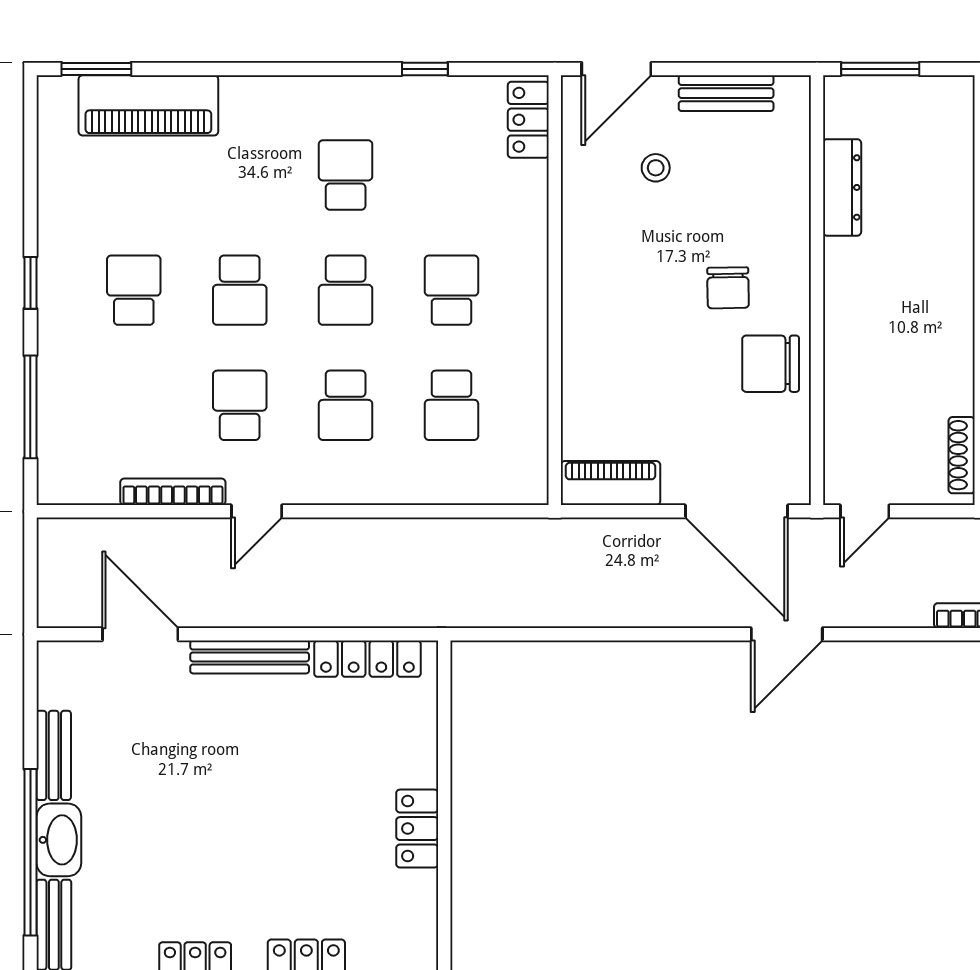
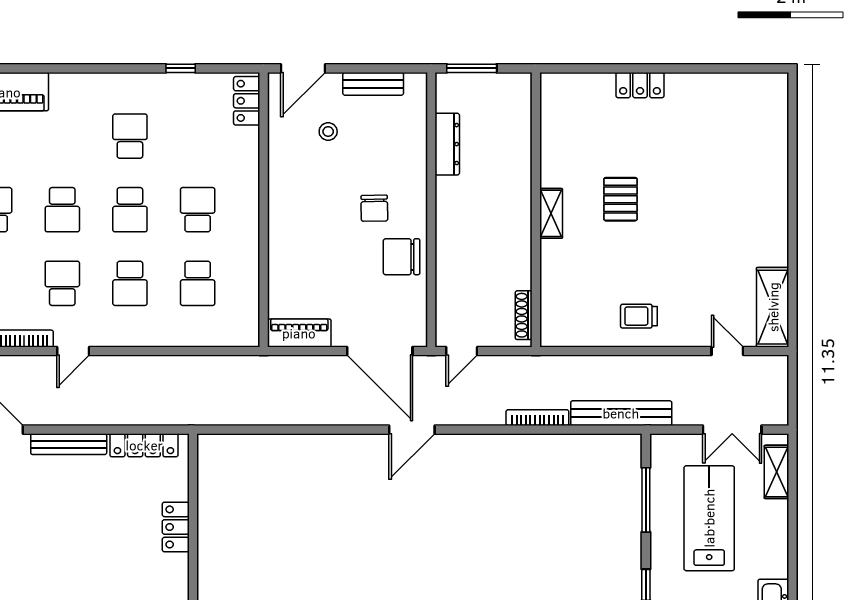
locker: (417, 829) -> (176, 527), moved

